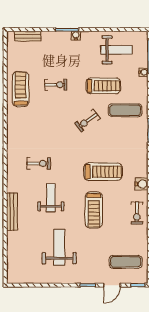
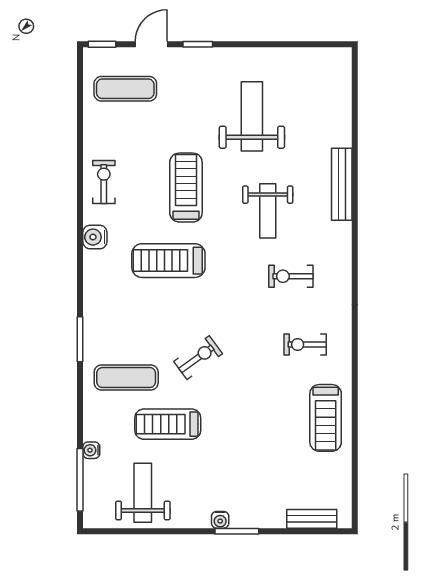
weight bench: (116, 50) -> (143, 493), turned 90
exercise bike: (56, 85) -> (305, 345), moved
weight bench: (59, 247) -> (252, 116), turned 180

